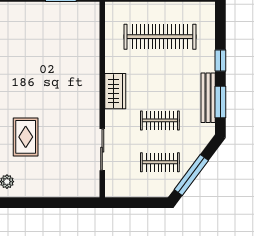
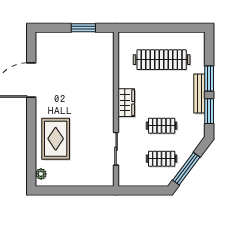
window: (220, 60) -> (209, 78), width x1.50
bench: (208, 98) -> (199, 94), moved
rug: (26, 137) -> (56, 139), width x1.36, depth x1.43

